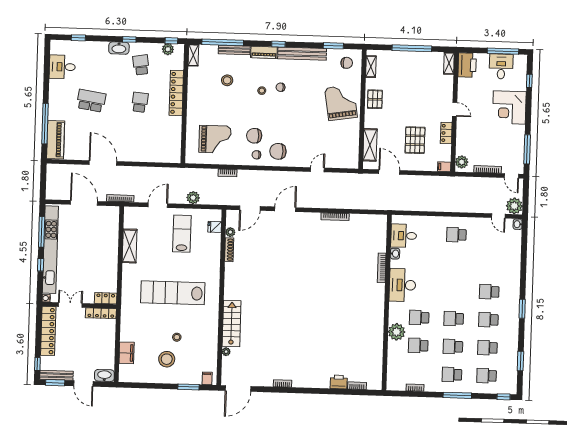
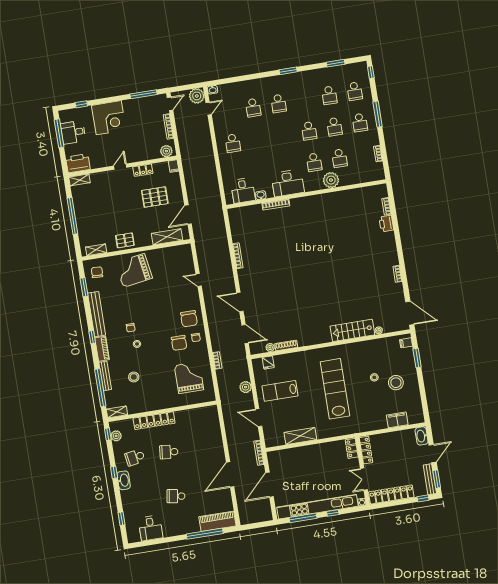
school desk: (91, 101) -> (176, 496), width x0.54
lab bench: (173, 293) -> (335, 389), turned 180
school desk: (488, 320) -> (253, 108), moved

